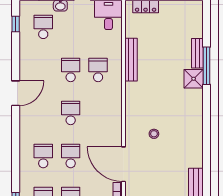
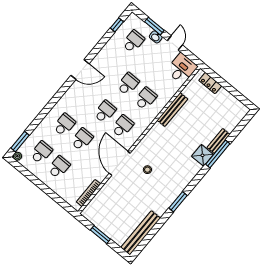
school desk: (98, 113) -> (123, 126), added
window: (207, 140) -> (178, 202), added
door: (124, 164) -> (120, 163), moved

